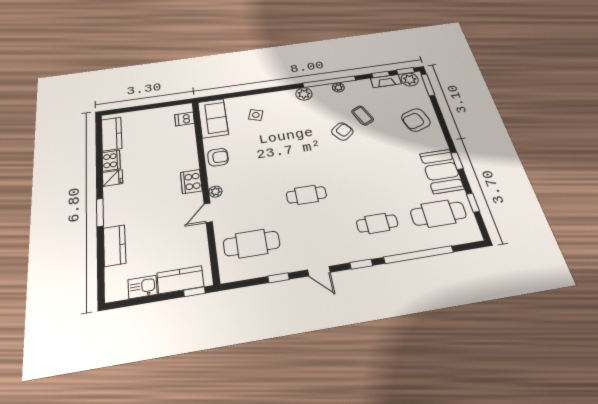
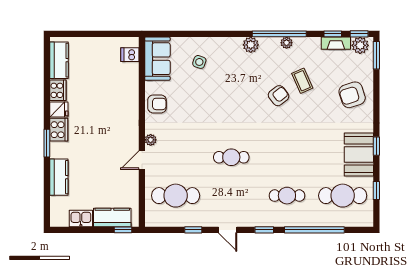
cooker: (191, 182) -> (59, 130), moved, turned 180

